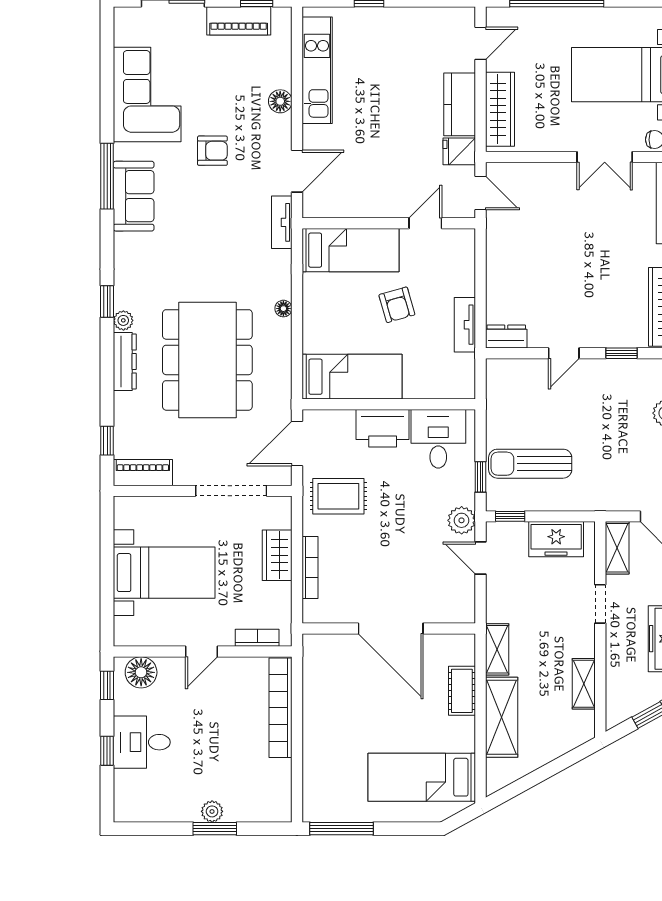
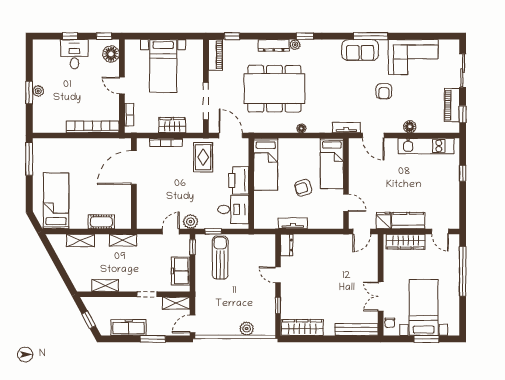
door: (391, 629) -> (134, 167), moved
shelving: (502, 717) -> (81, 240), width x0.67, depth x0.75

